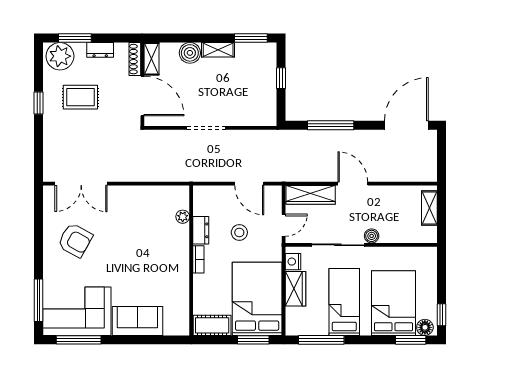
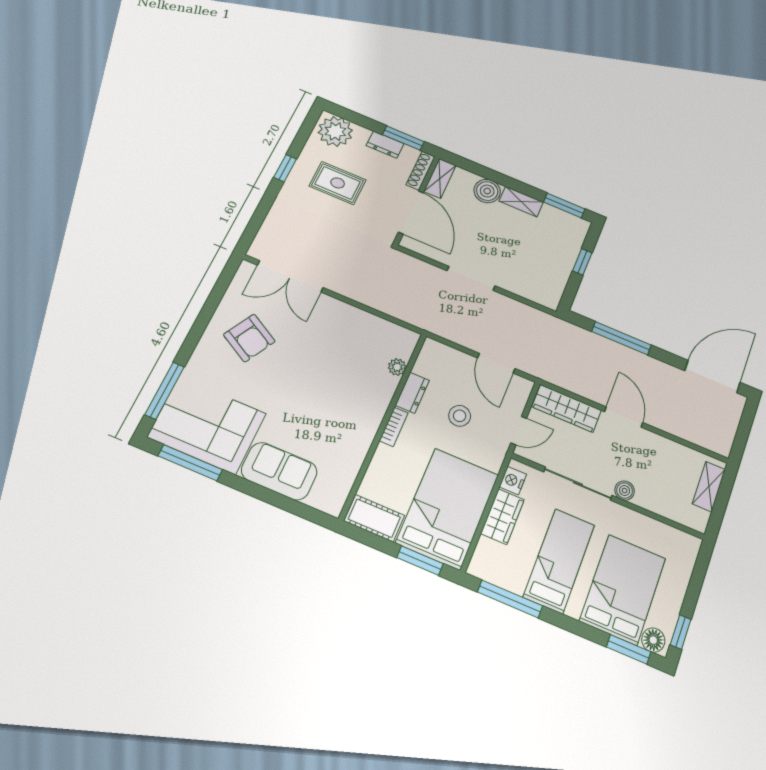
window: (75, 38) -> (403, 138), moved

